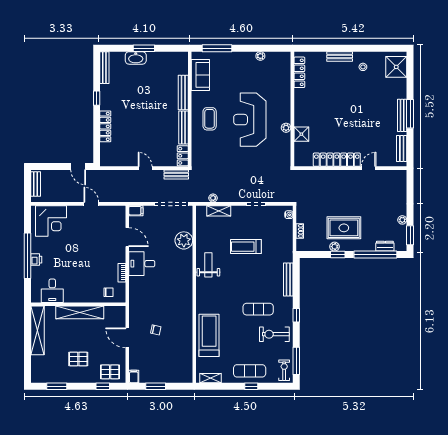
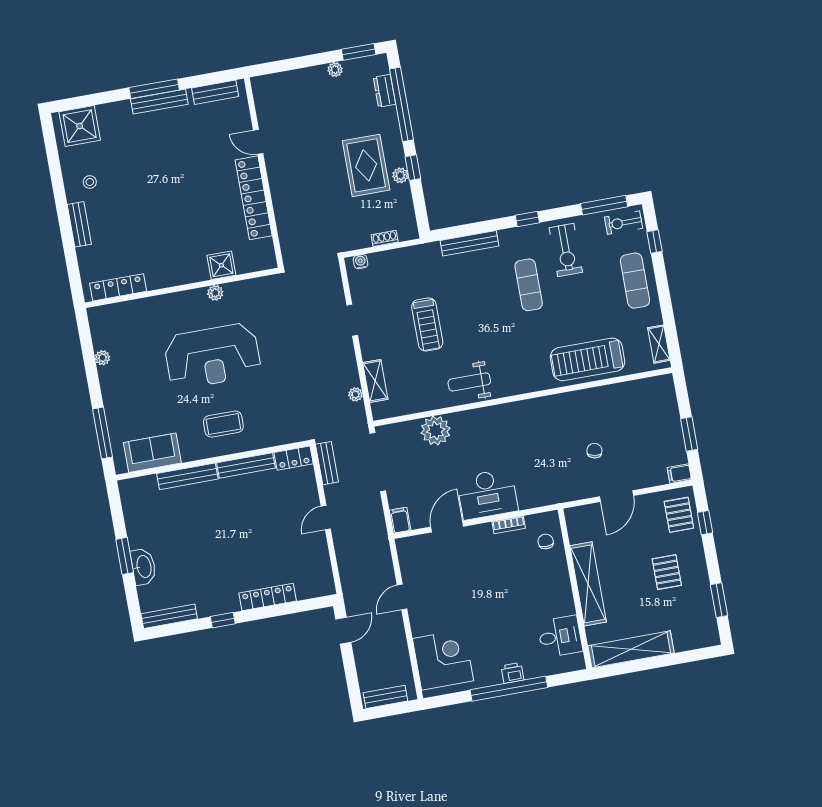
desk: (142, 264) -> (487, 494), width x1.37
window: (251, 386) -> (654, 242), moved

